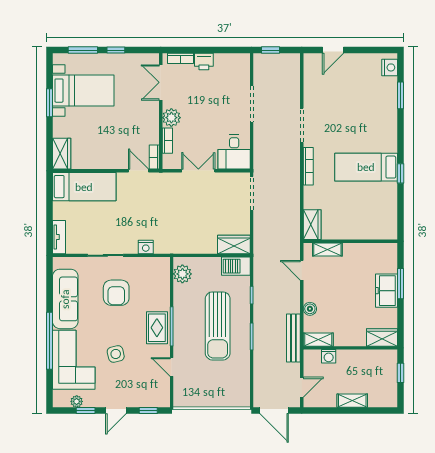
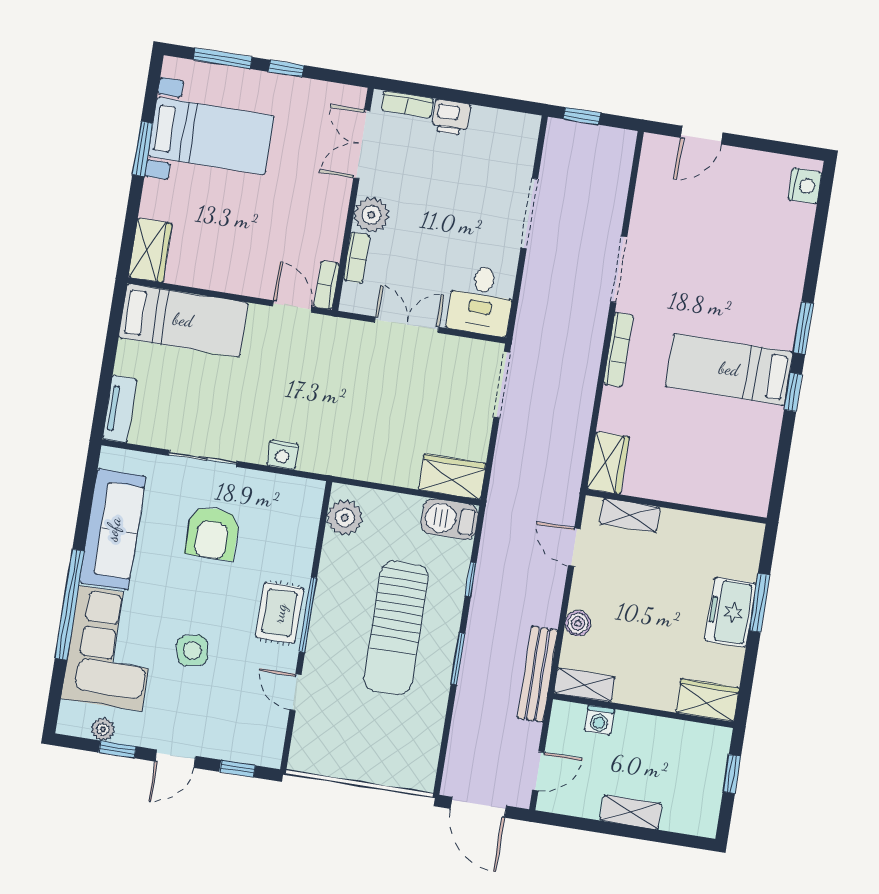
window: (401, 95) -> (803, 328), moved

